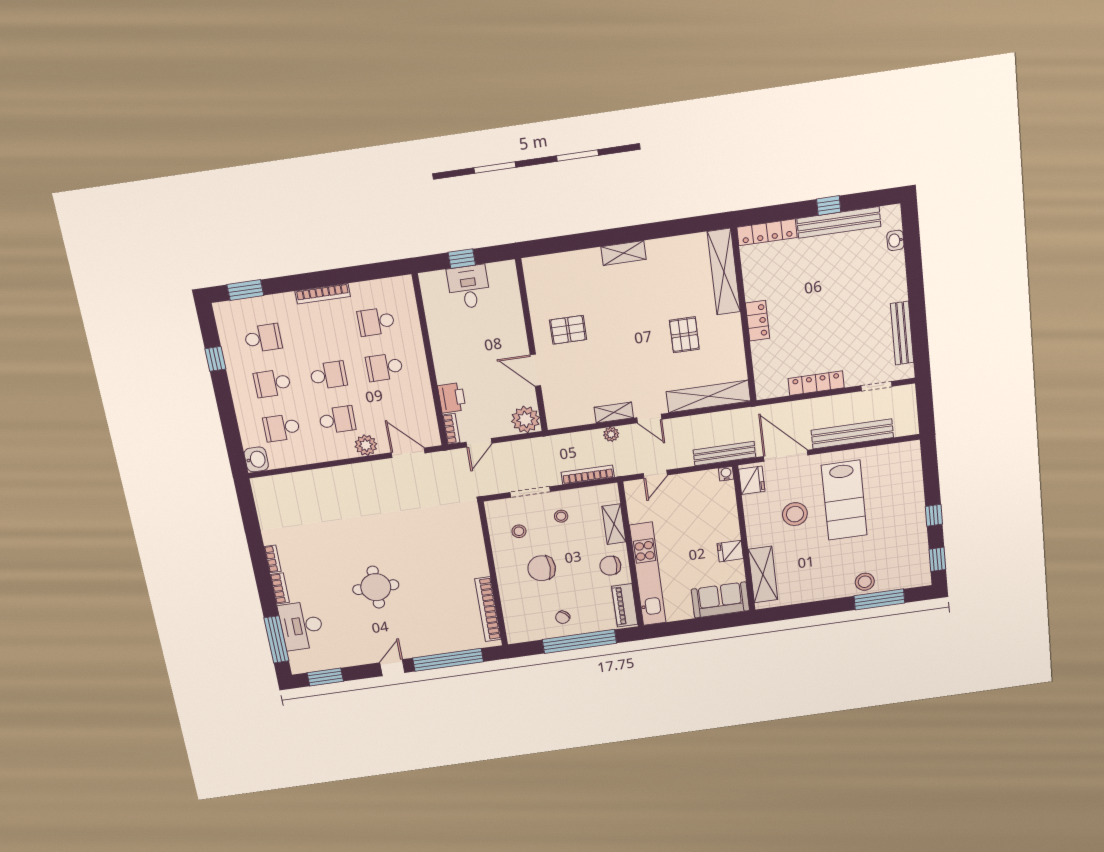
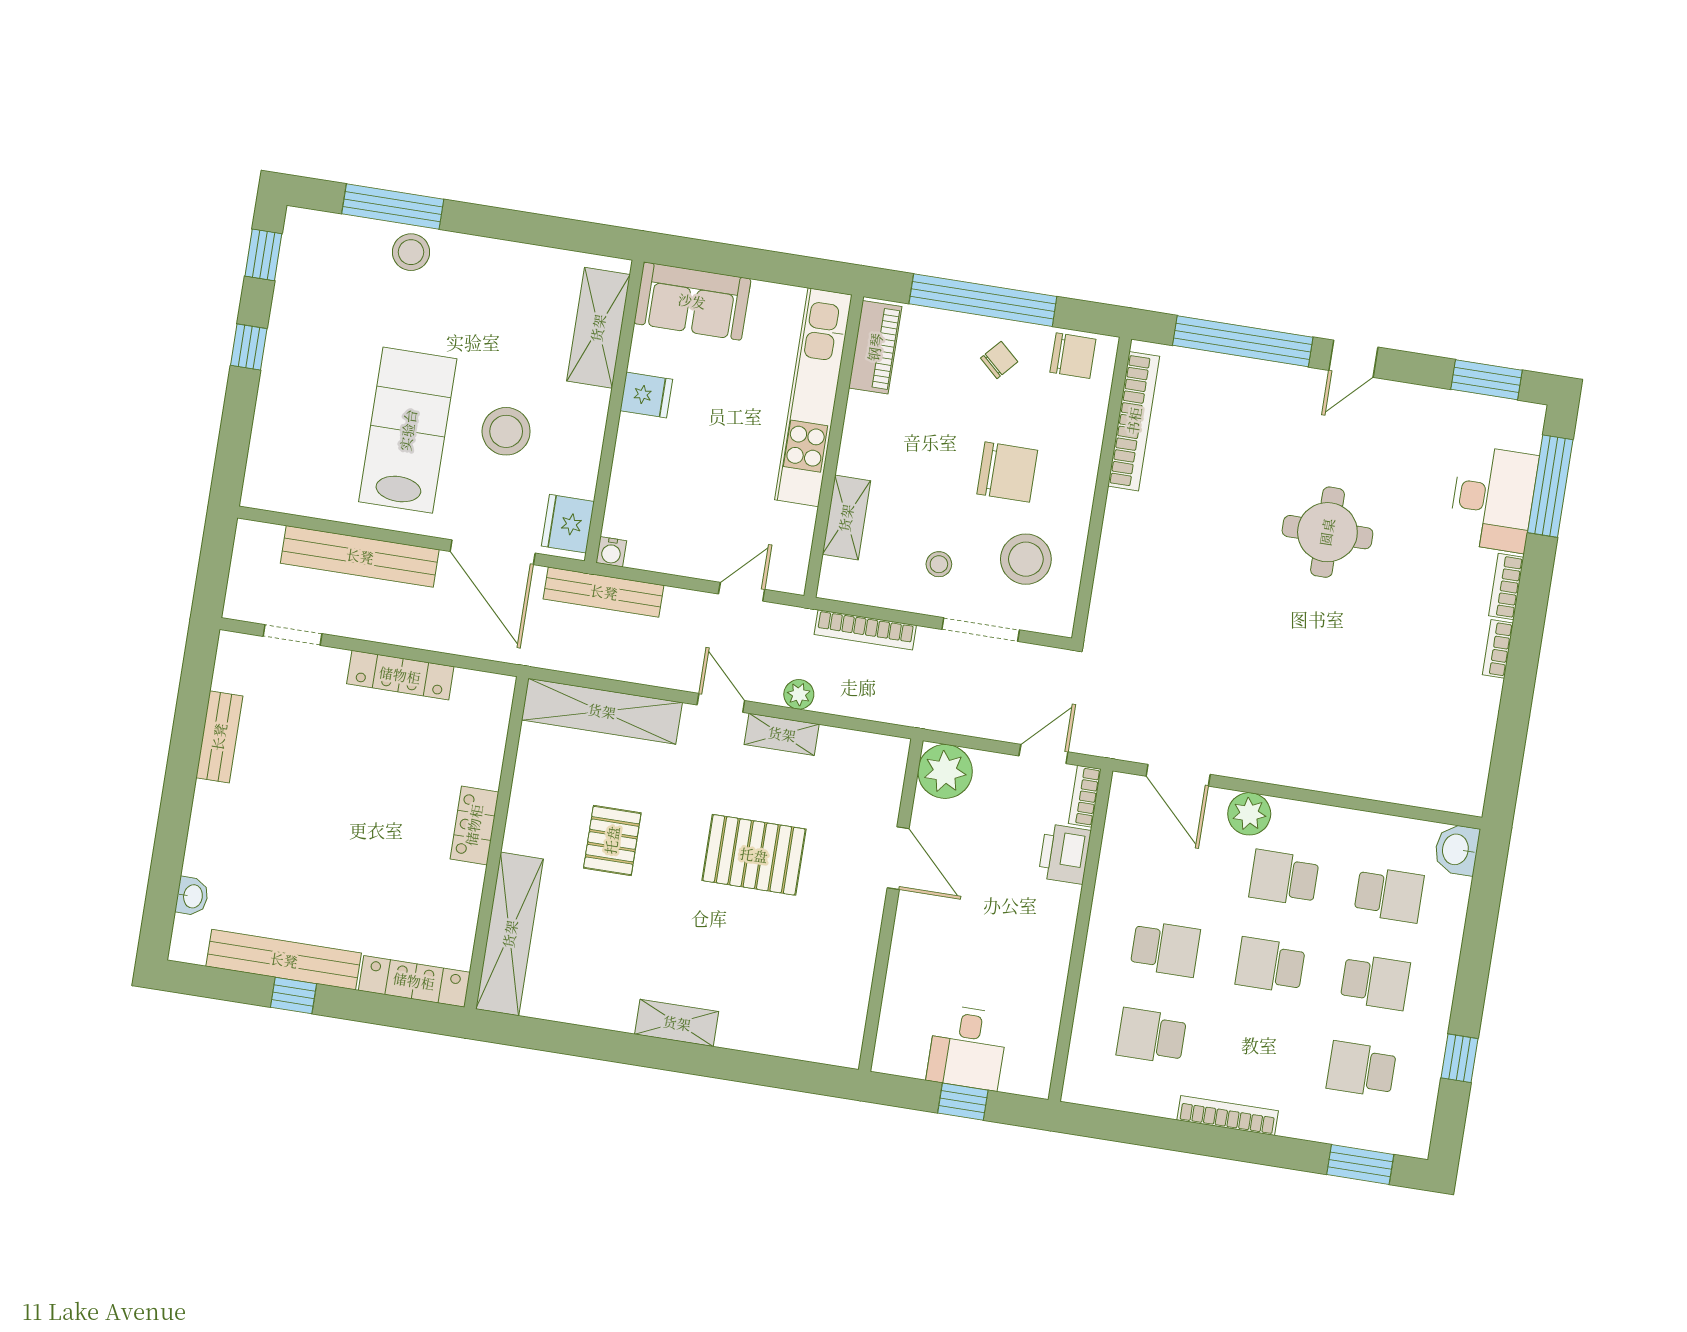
school desk: (376, 322) -> (1151, 1036), turned 180
pallet: (568, 330) -> (754, 855), moved, width x1.50, depth x1.42
bench: (902, 333) -> (219, 737), width x0.73
stool: (519, 531) -> (1026, 559), width x1.89, depth x1.89
chair: (610, 566) -> (1073, 356), moved

